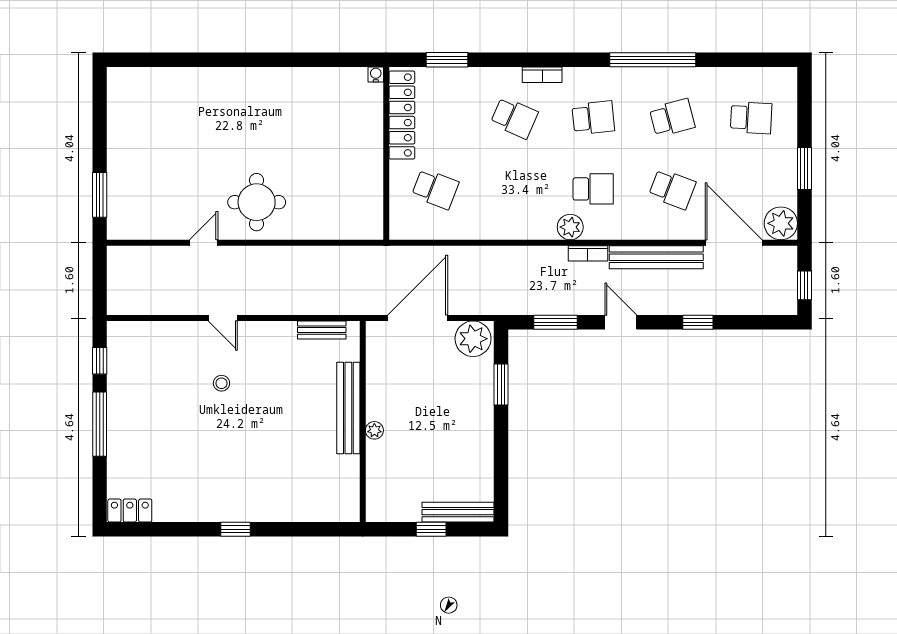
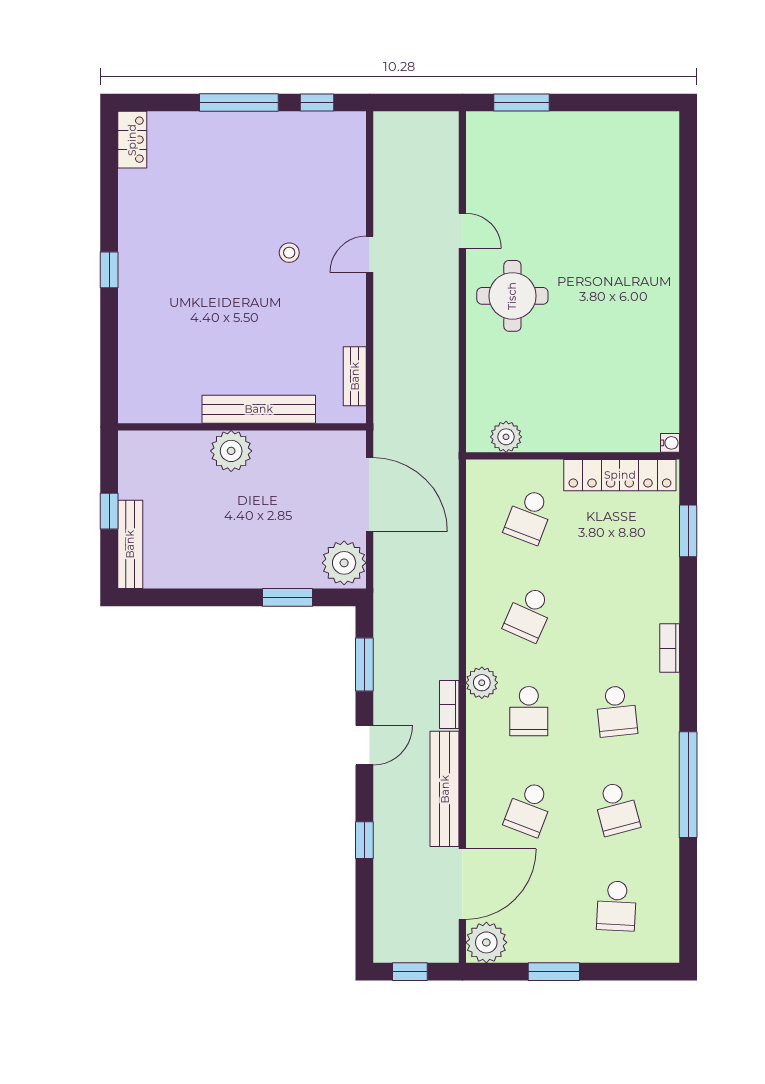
school desk: (514, 118) -> (529, 614), moved
plant: (371, 207) -> (506, 437), added
plant: (374, 430) -> (231, 451), width x1.87, depth x1.87

